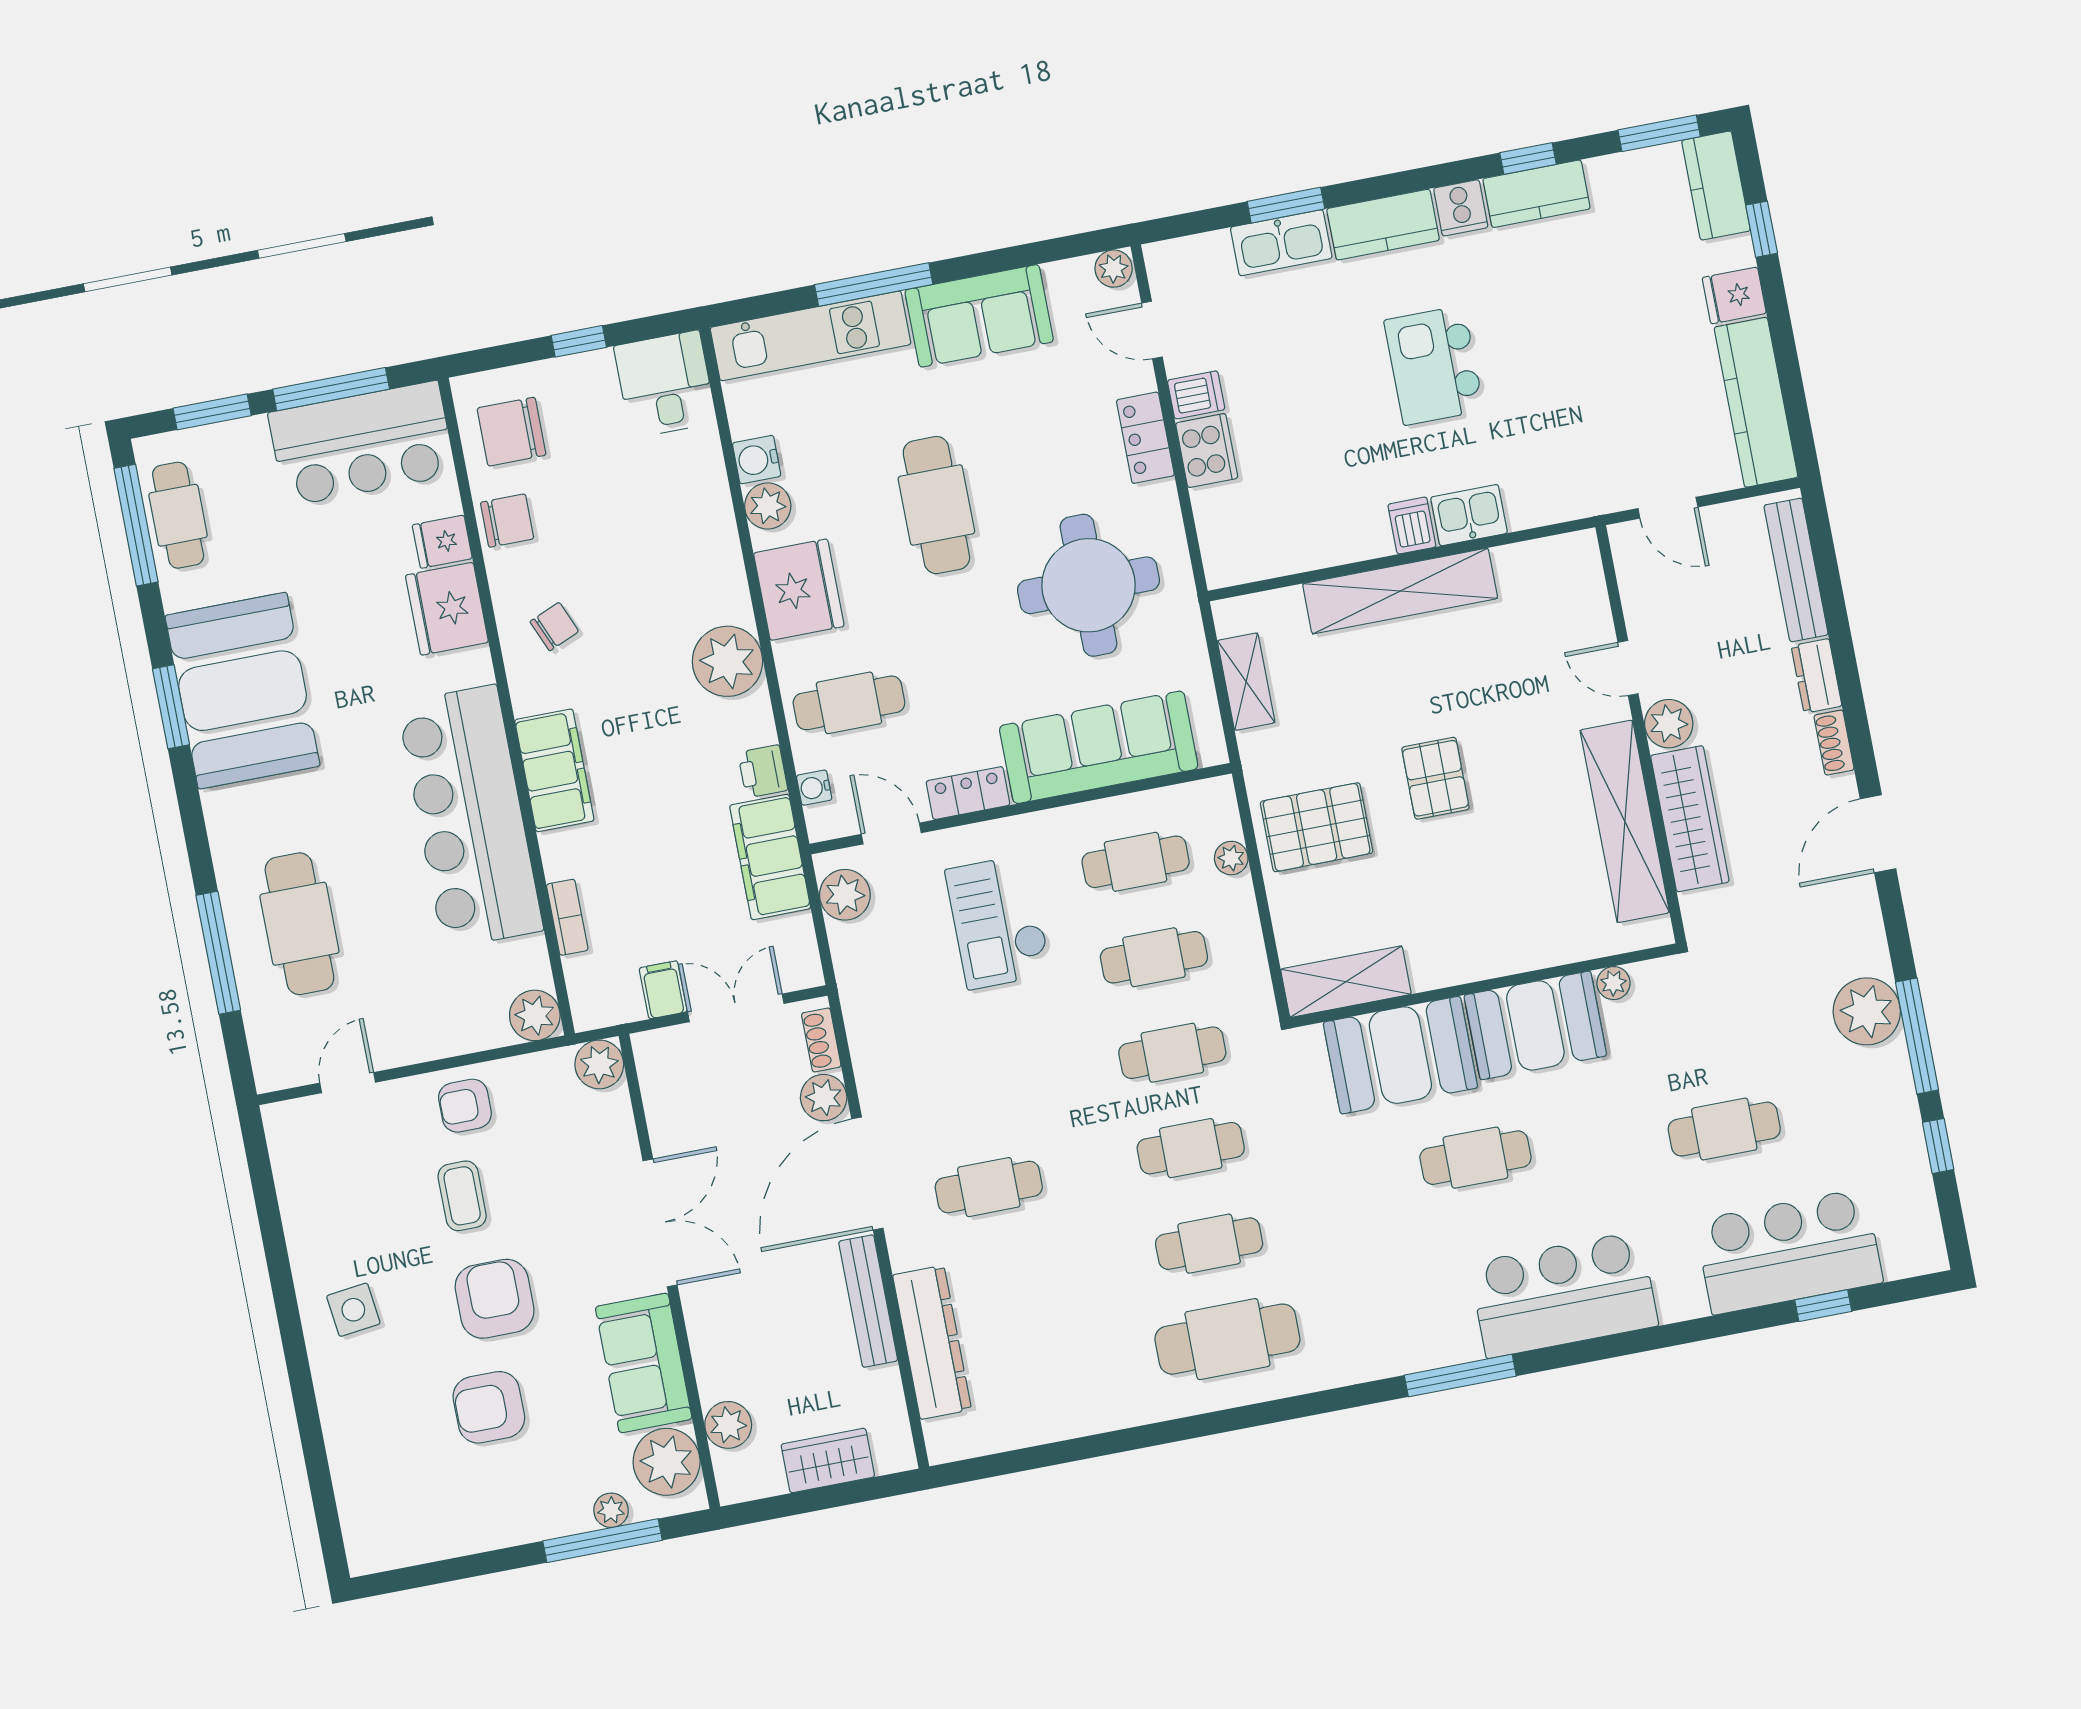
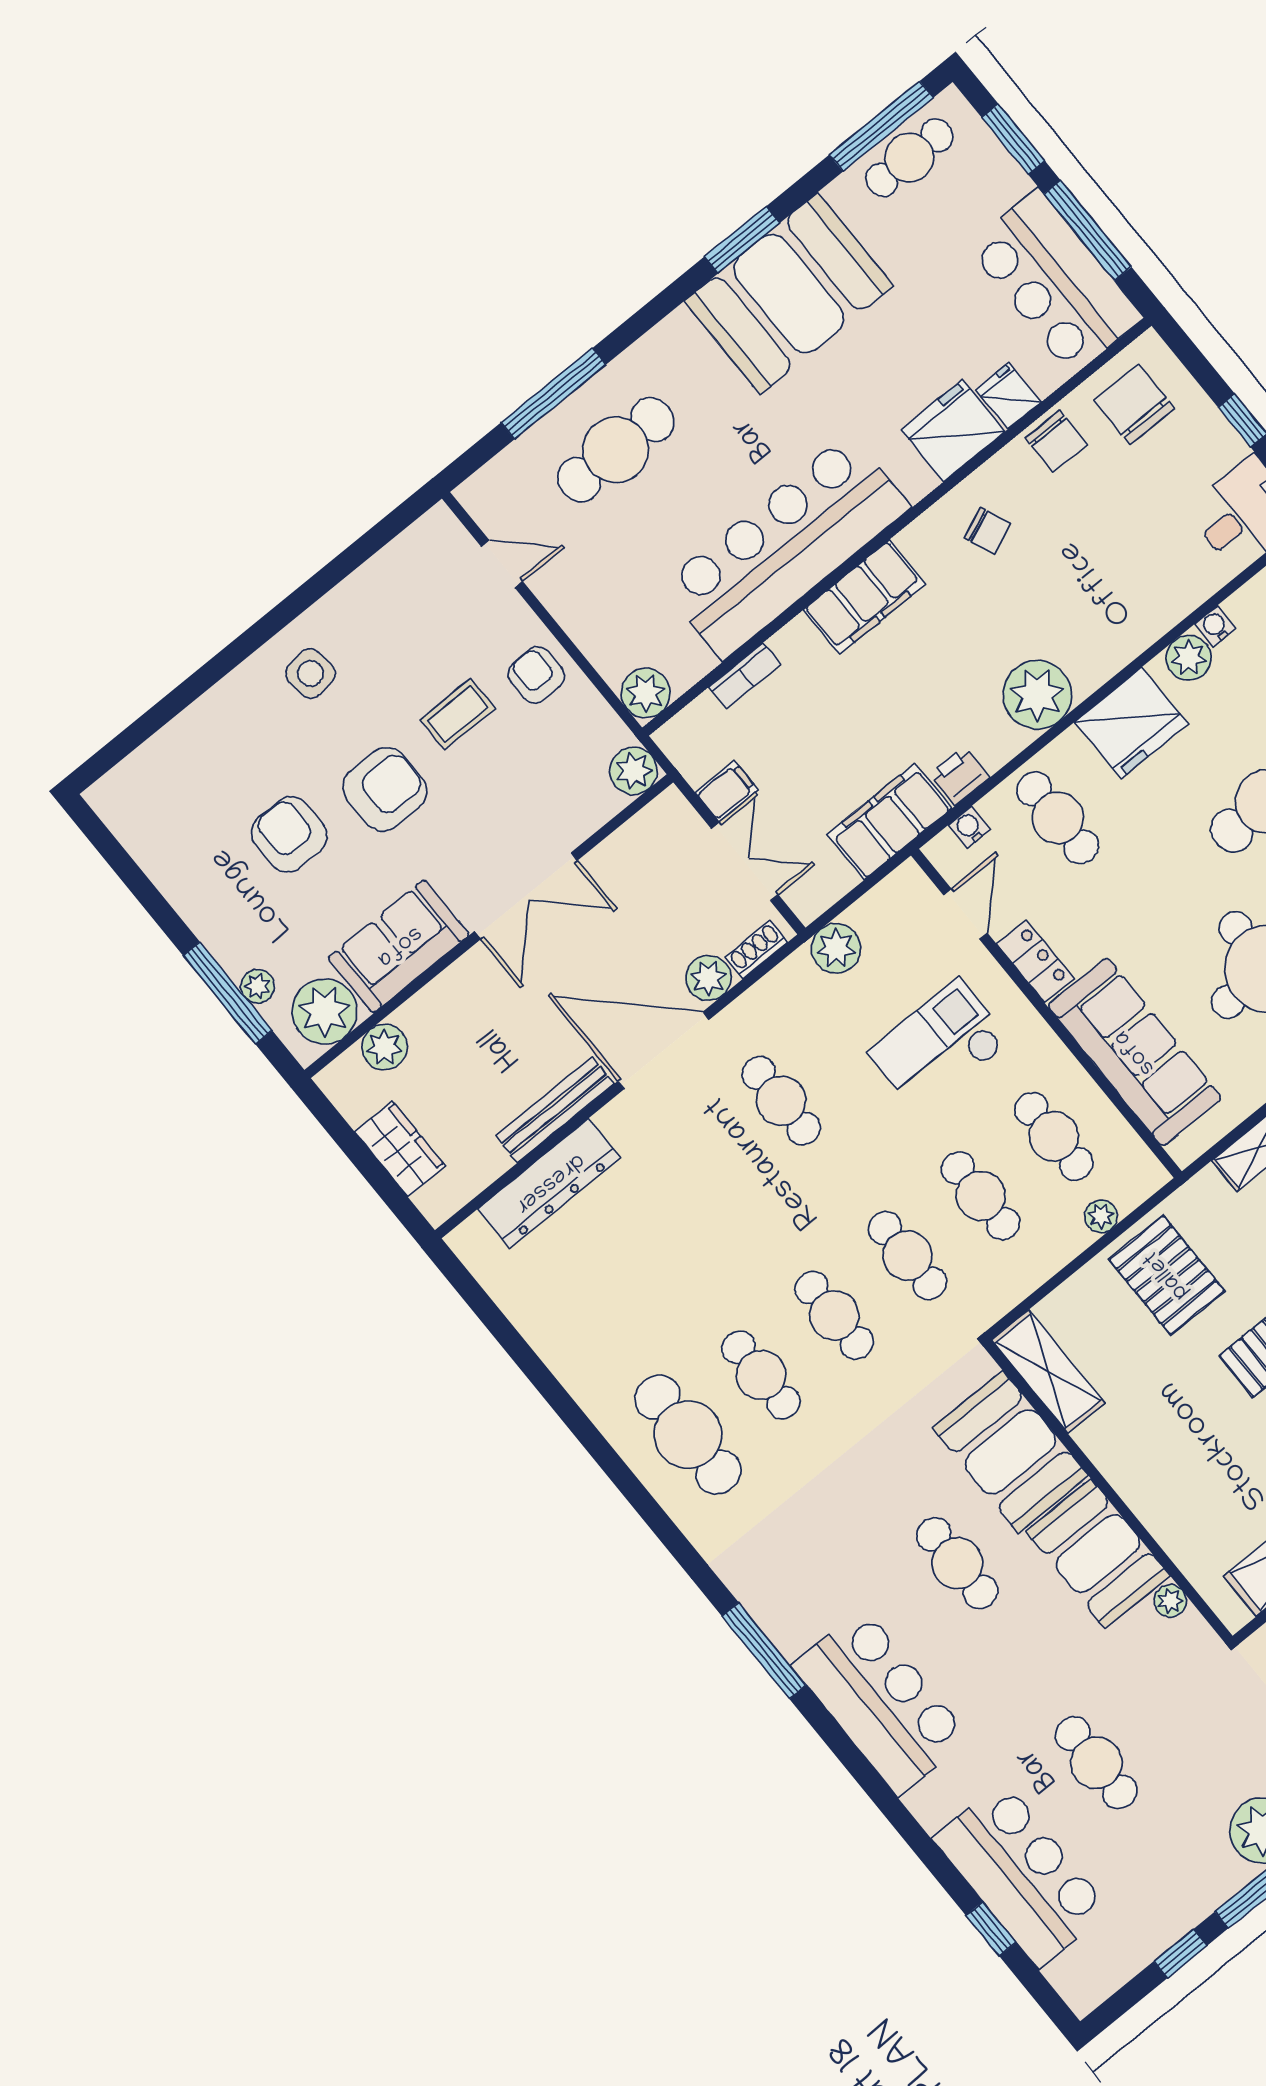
water cooler: (757, 460) -> (1215, 626), width x0.72, depth x0.72
plant: (845, 895) -> (836, 948), moved
cafe table: (989, 1187) -> (781, 1101), moved

